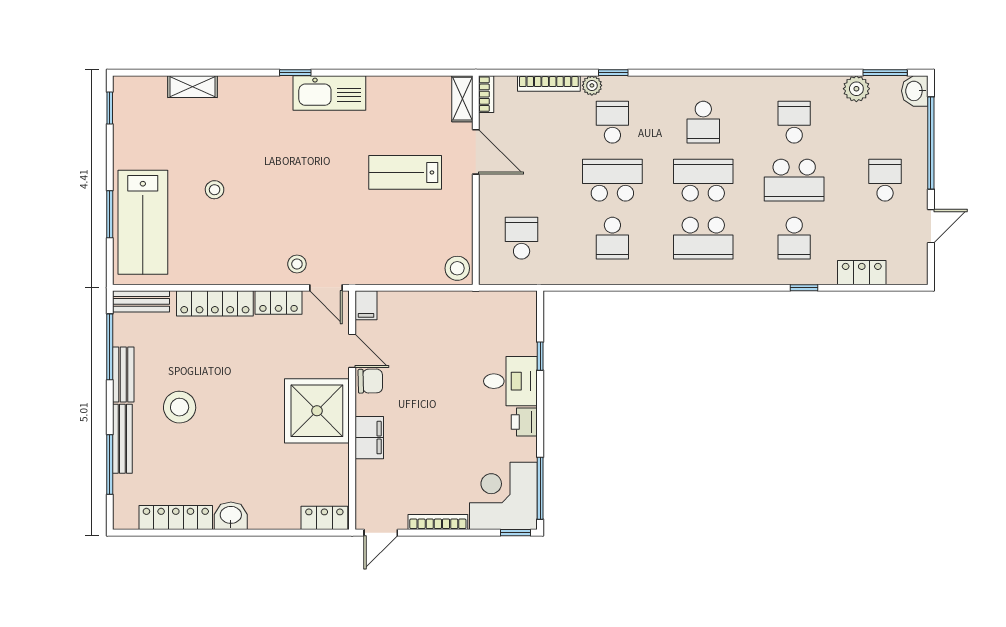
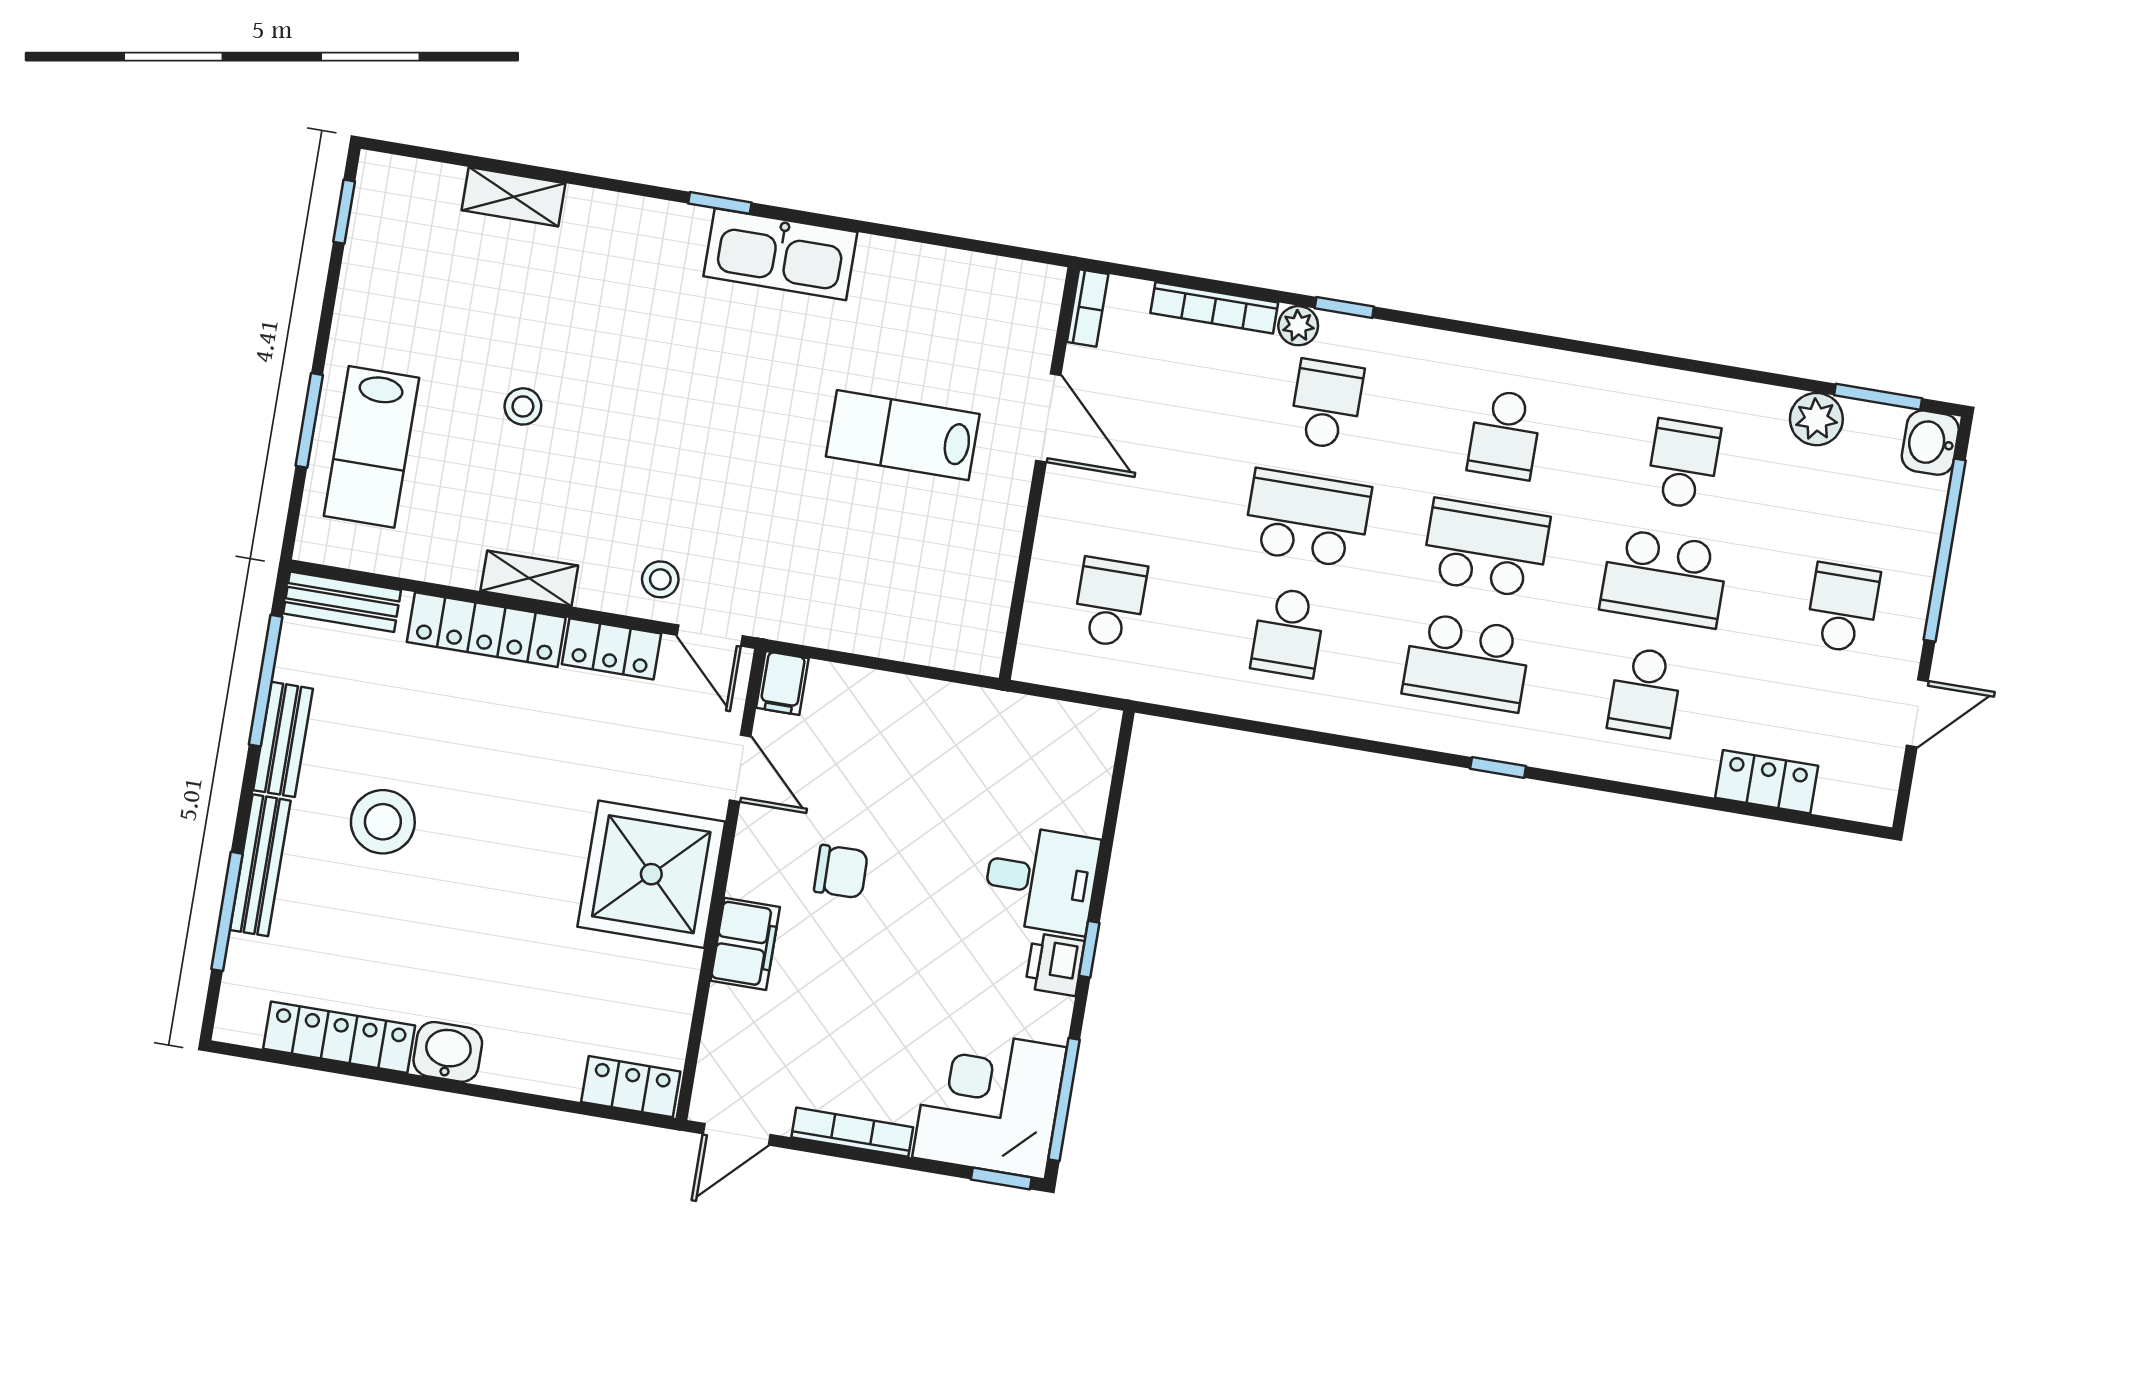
shelving: (462, 99) -> (529, 578), moved, turned 90
lab bench: (143, 222) -> (371, 447), width x0.73, depth x0.72
stool: (457, 268) -> (974, 640), removed
window: (804, 288) -> (1498, 767), moved
window: (540, 356) -> (1089, 949), moved
chair: (370, 381) -> (841, 872), moved

